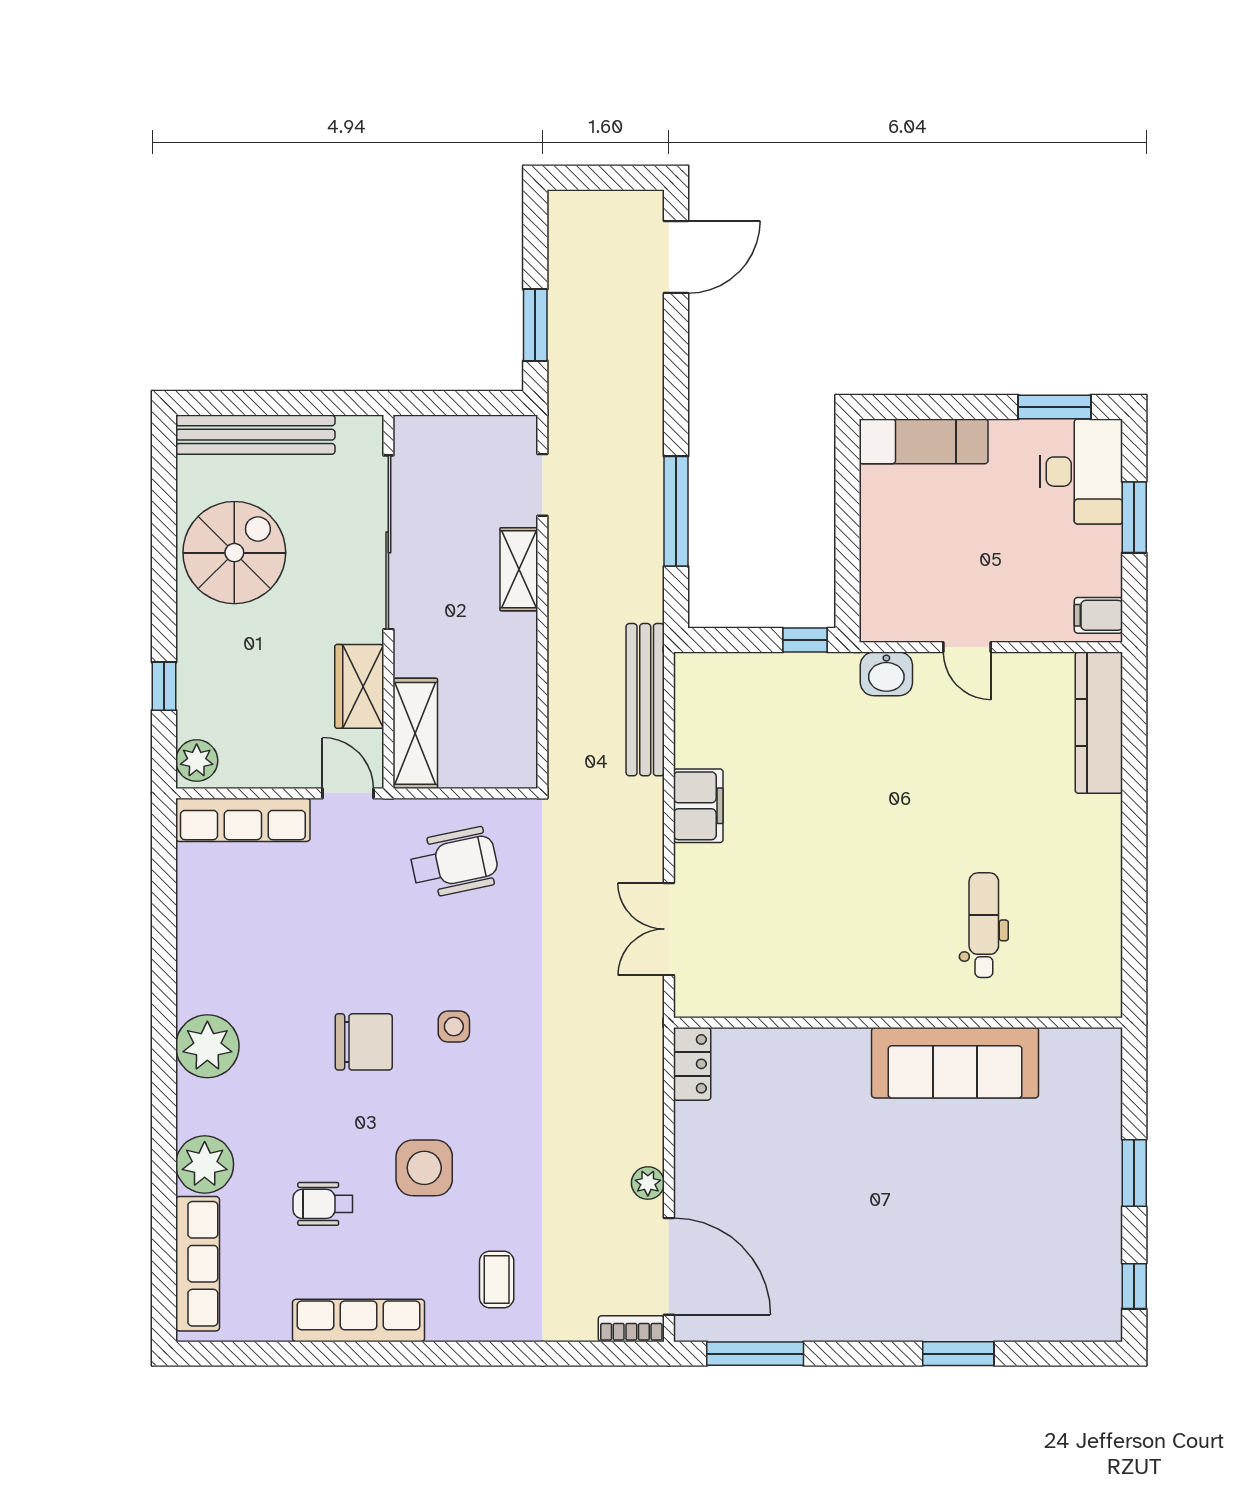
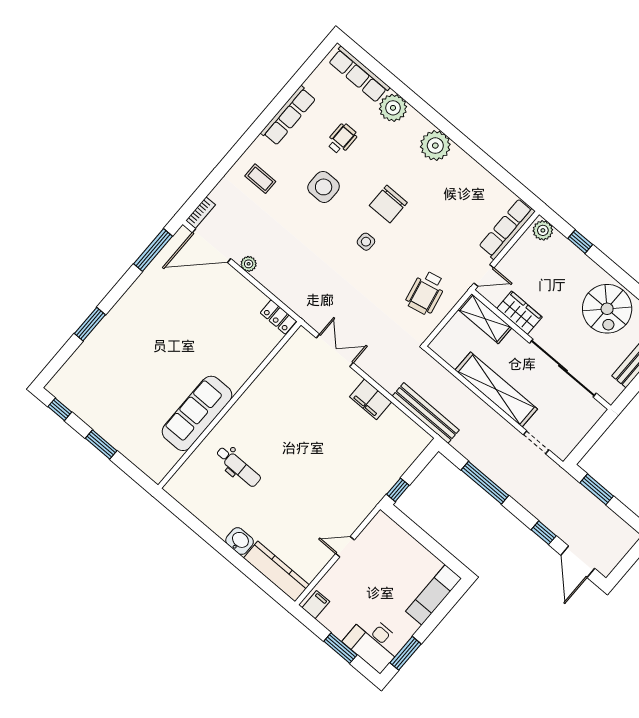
window: (676, 351) -> (544, 533), added
shelving: (519, 569) -> (496, 390), width x2.20, depth x1.33
washbasin: (886, 674) -> (240, 541), moved, turned 90

